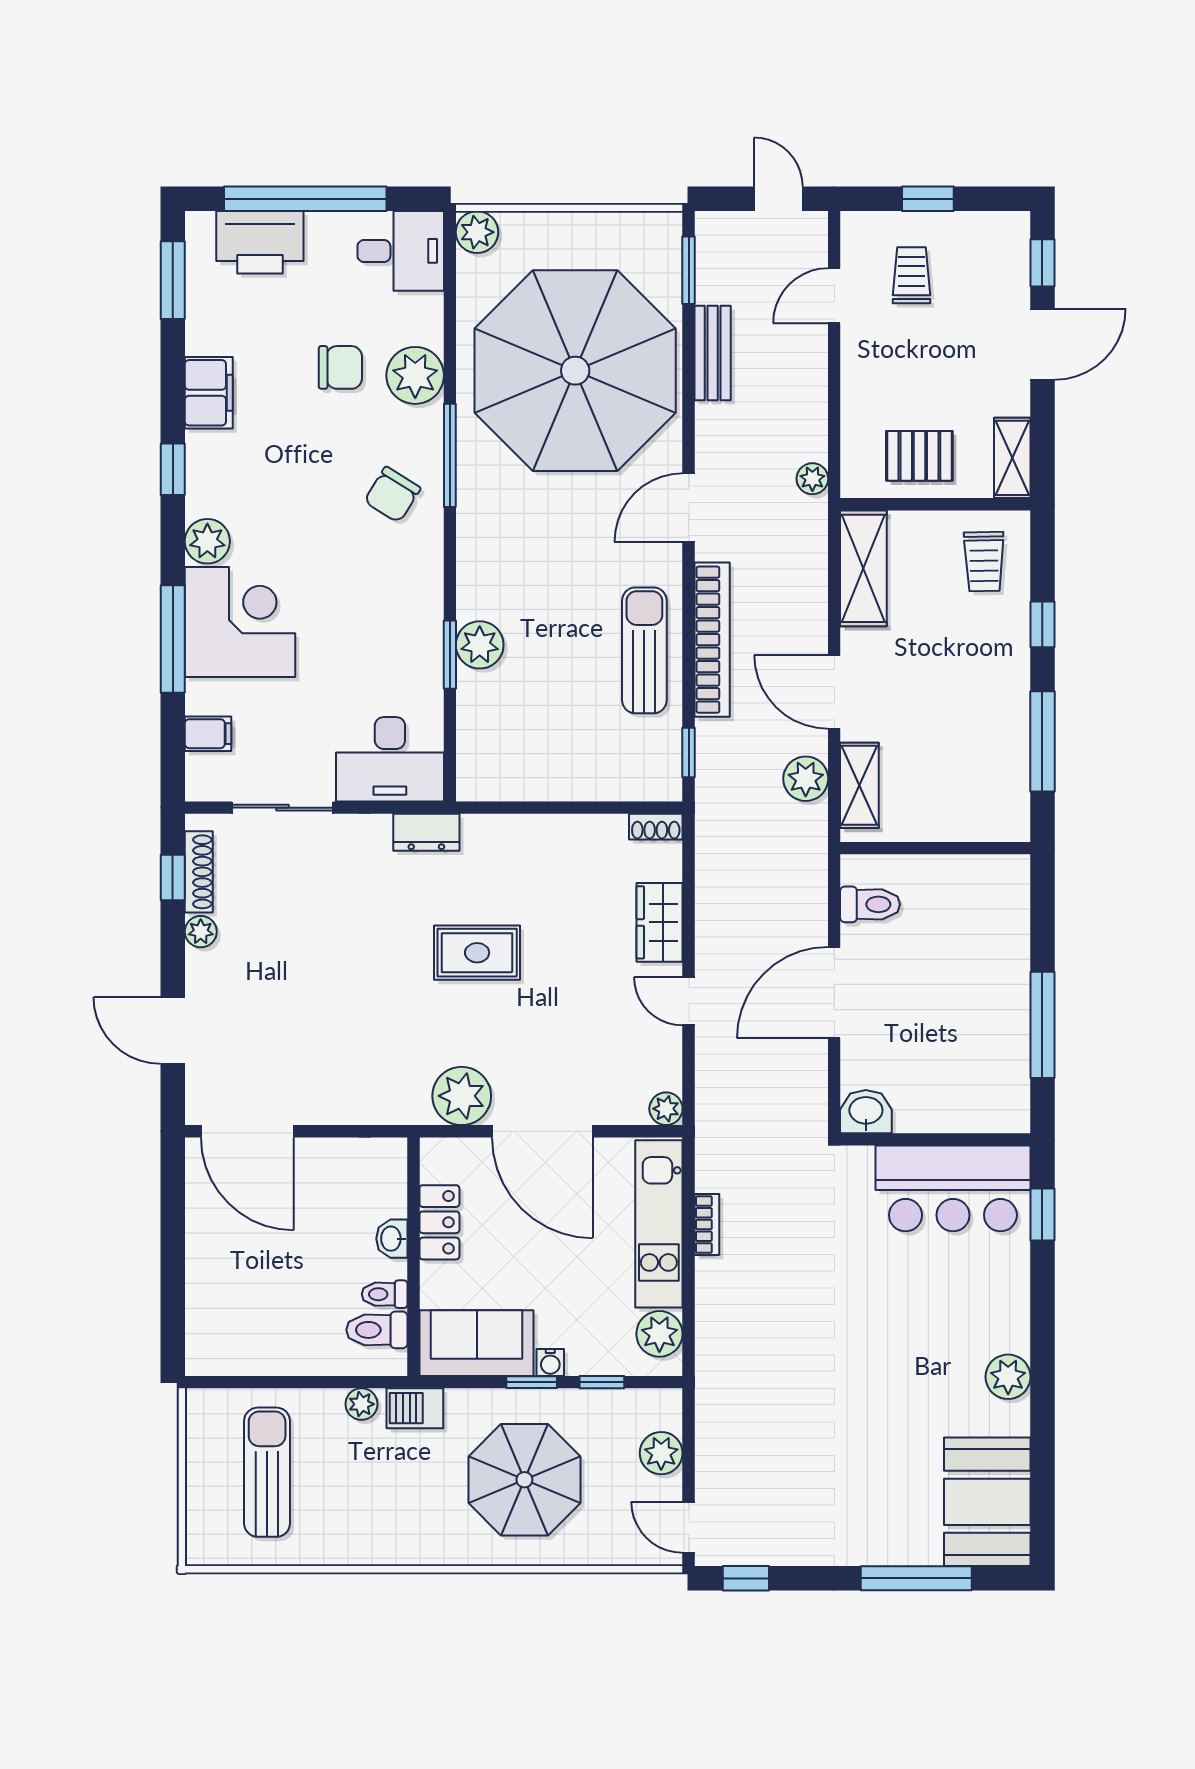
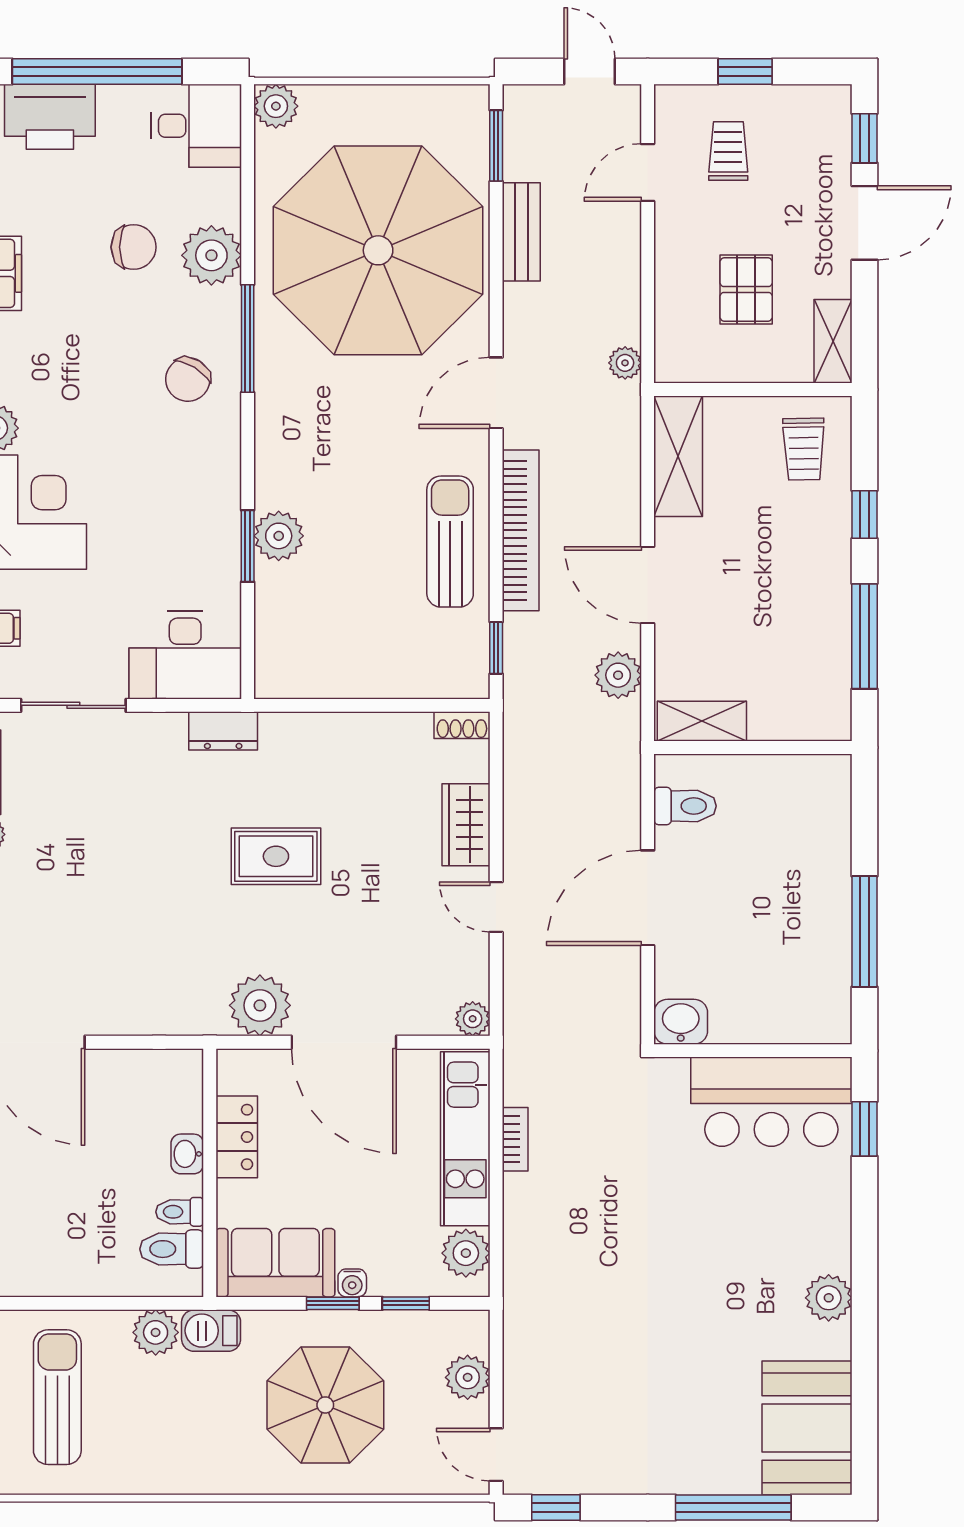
pallet: (919, 456) -> (746, 290), moved, turned 90
shelving: (859, 785) -> (702, 721), moved, turned 90
plant: (361, 1404) -> (156, 1332), width x1.38, depth x1.38

